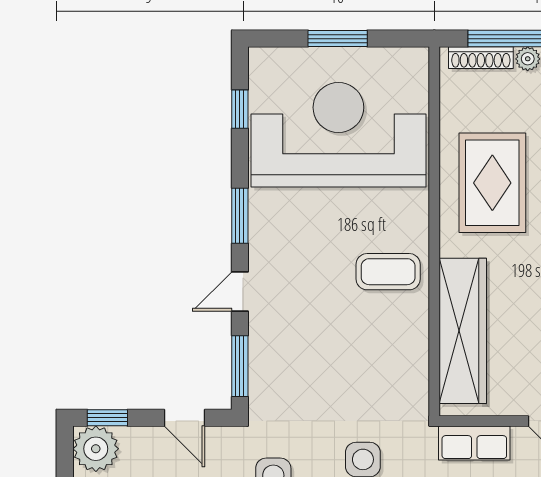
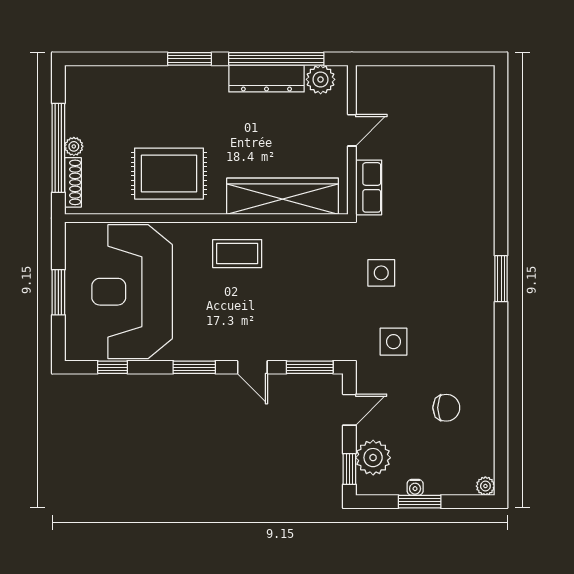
coffee table: (388, 272) -> (237, 254), turned 90
plant: (96, 449) -> (373, 458), moved

